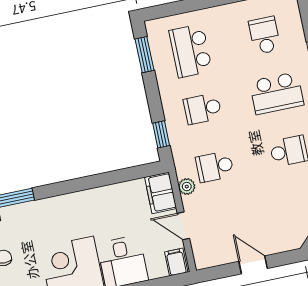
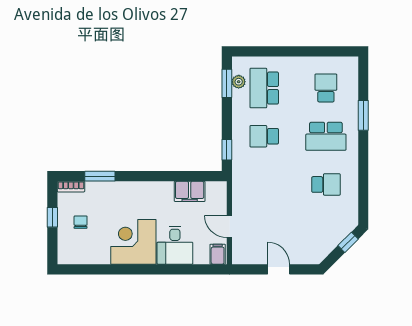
school desk: (215, 167) -> (264, 184), removed
plant: (187, 187) -> (239, 82), moved
filing cabinet: (161, 193) -> (190, 191), moved, turned -90

